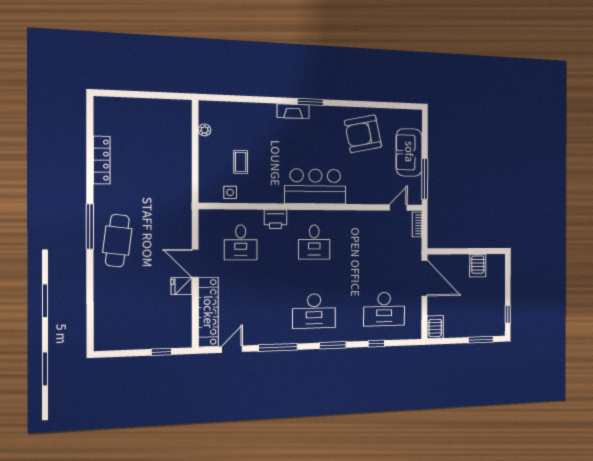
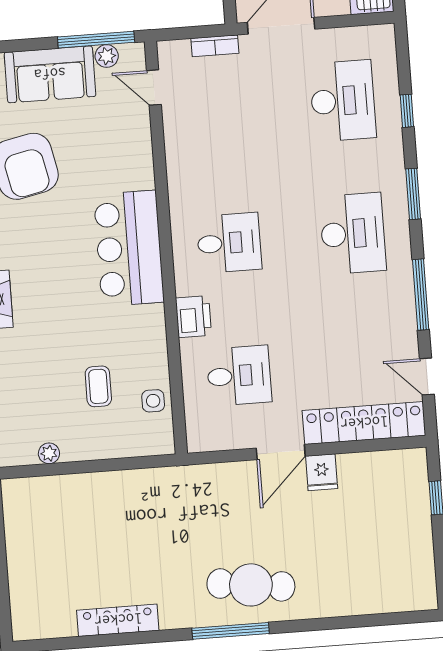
coffee table: (241, 162) -> (98, 386), turned 90
plant: (416, 184) -> (107, 56), added
bookcase: (417, 224) -> (215, 46), moved

